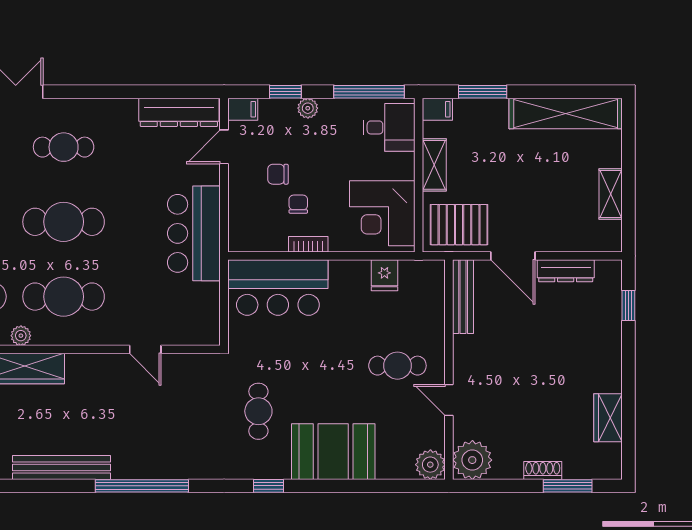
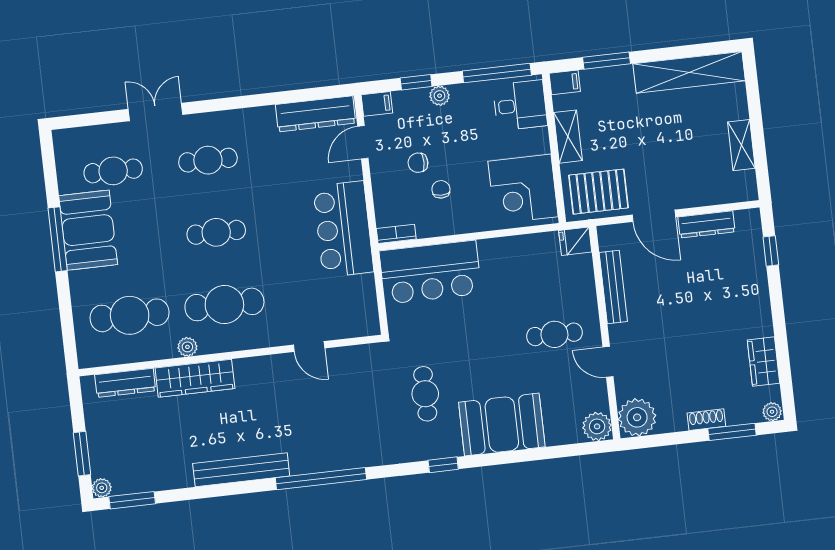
cafe table: (64, 222) -> (216, 232), width x0.73, depth x0.74
bookcase: (308, 244) -> (396, 234), moved
fridge: (384, 275) -> (575, 241), moved, turned 90
bench: (463, 297) -> (613, 287), moved
plant: (611, 470) -> (772, 412), added

